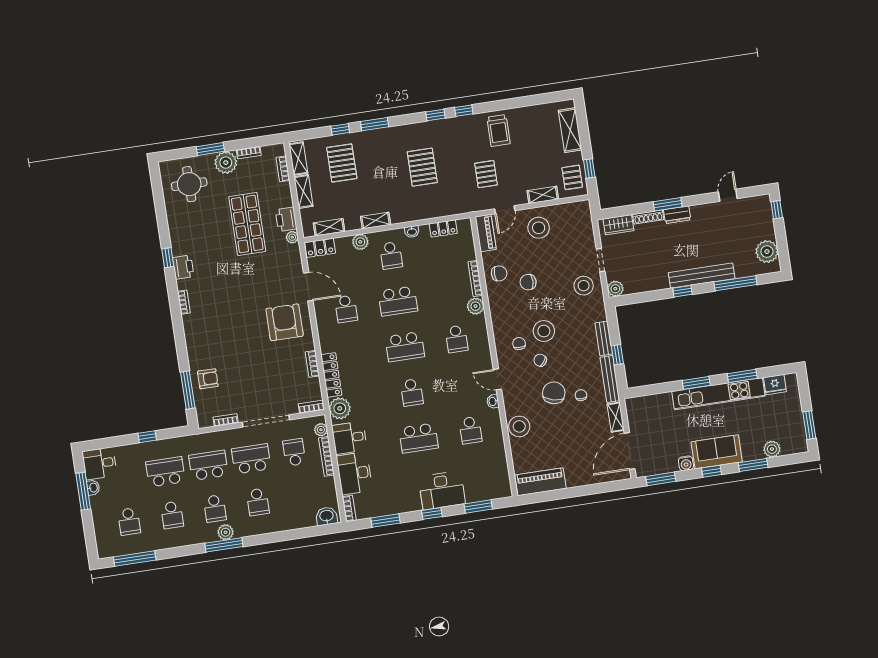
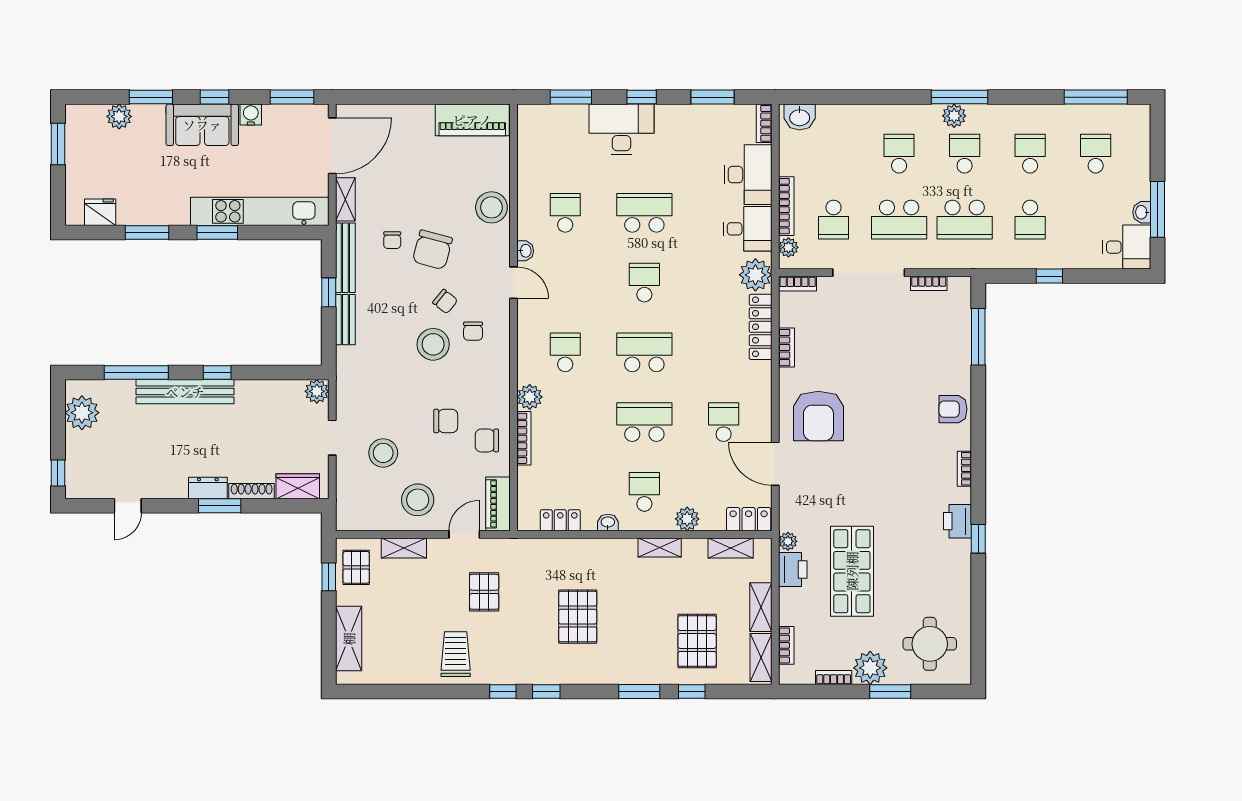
stool: (584, 286) -> (383, 453), moved
armchair: (208, 379) -> (953, 409), moved
kitchen unit: (718, 394) -> (260, 211), moved
school desk: (165, 472) -> (1030, 220), width x0.54

